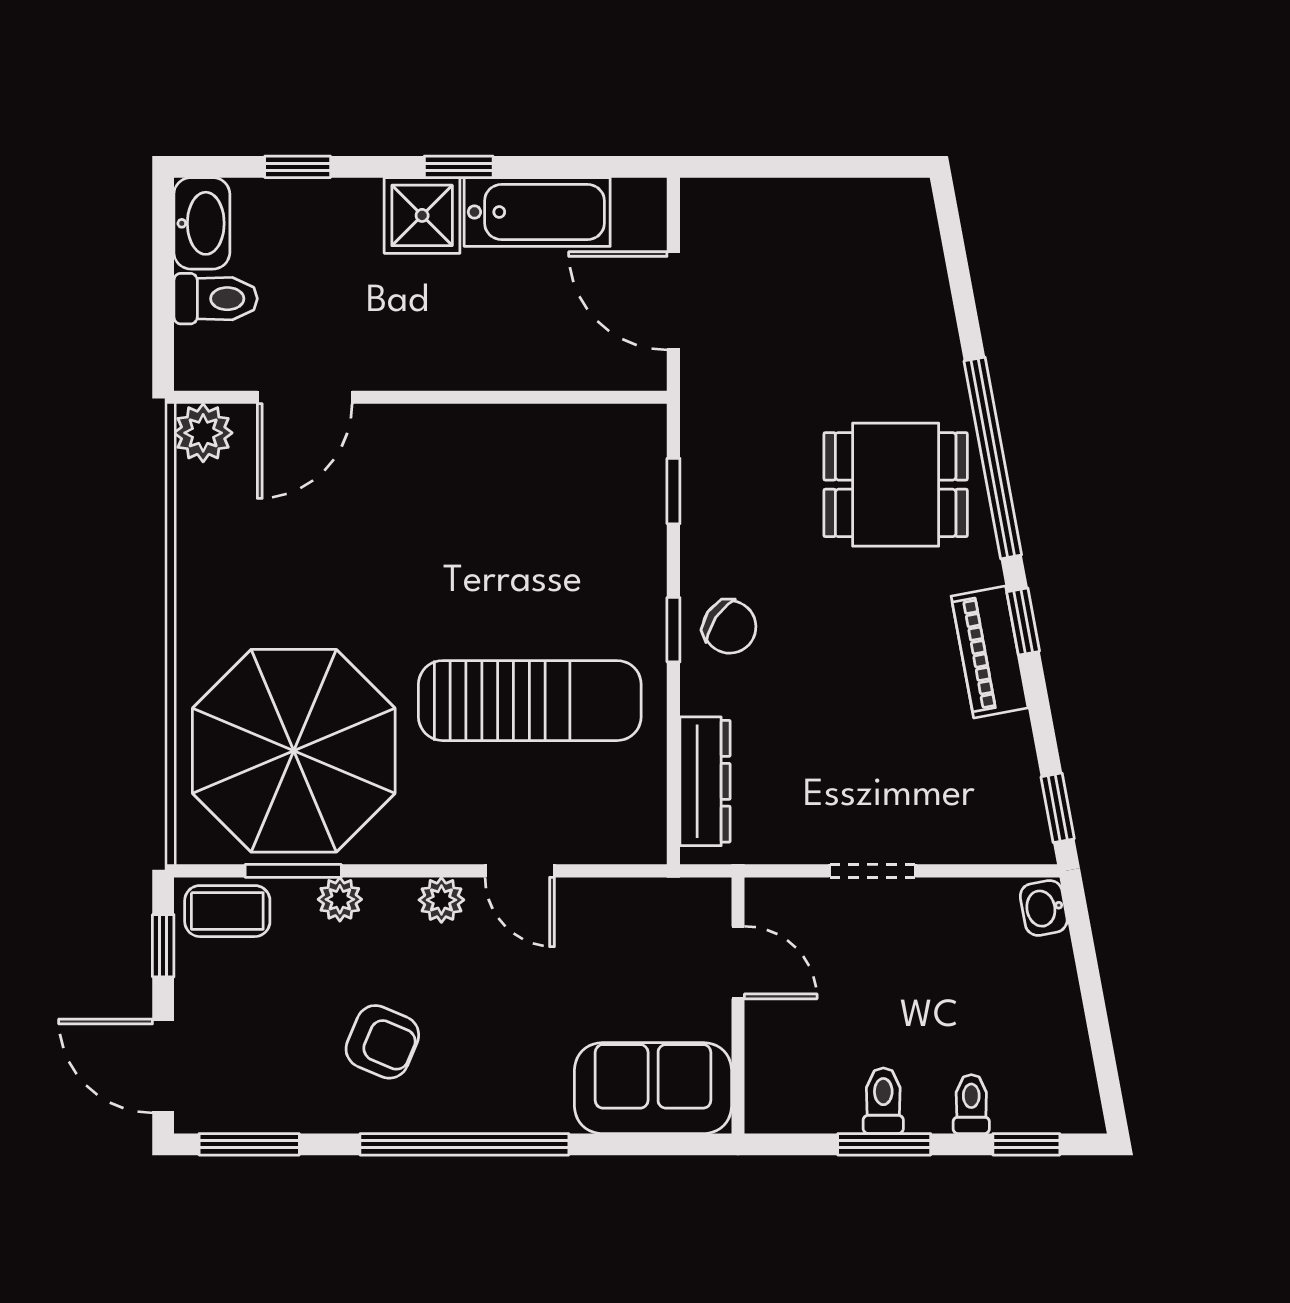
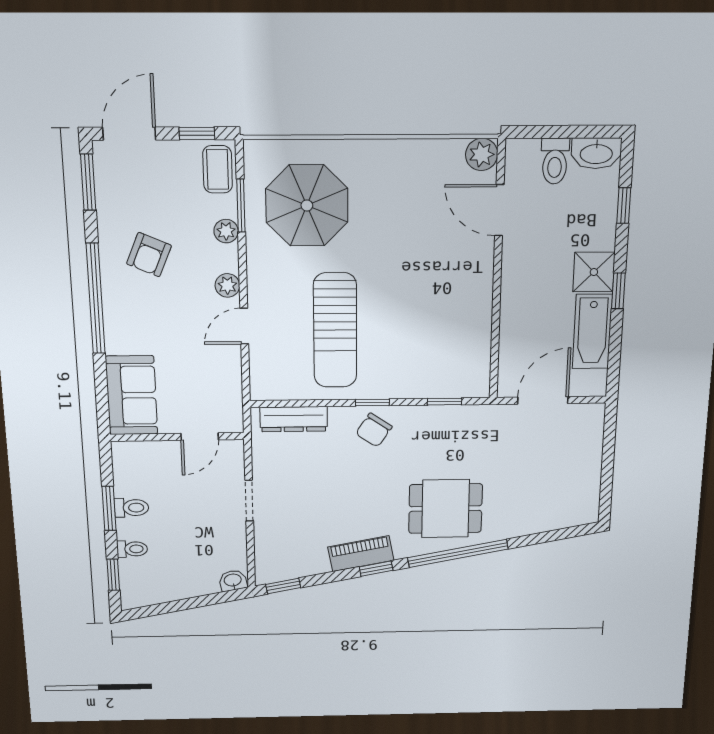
dining table: (896, 485) -> (445, 509), turned 90
parasol: (294, 751) -> (307, 205), width x0.73, depth x0.73

